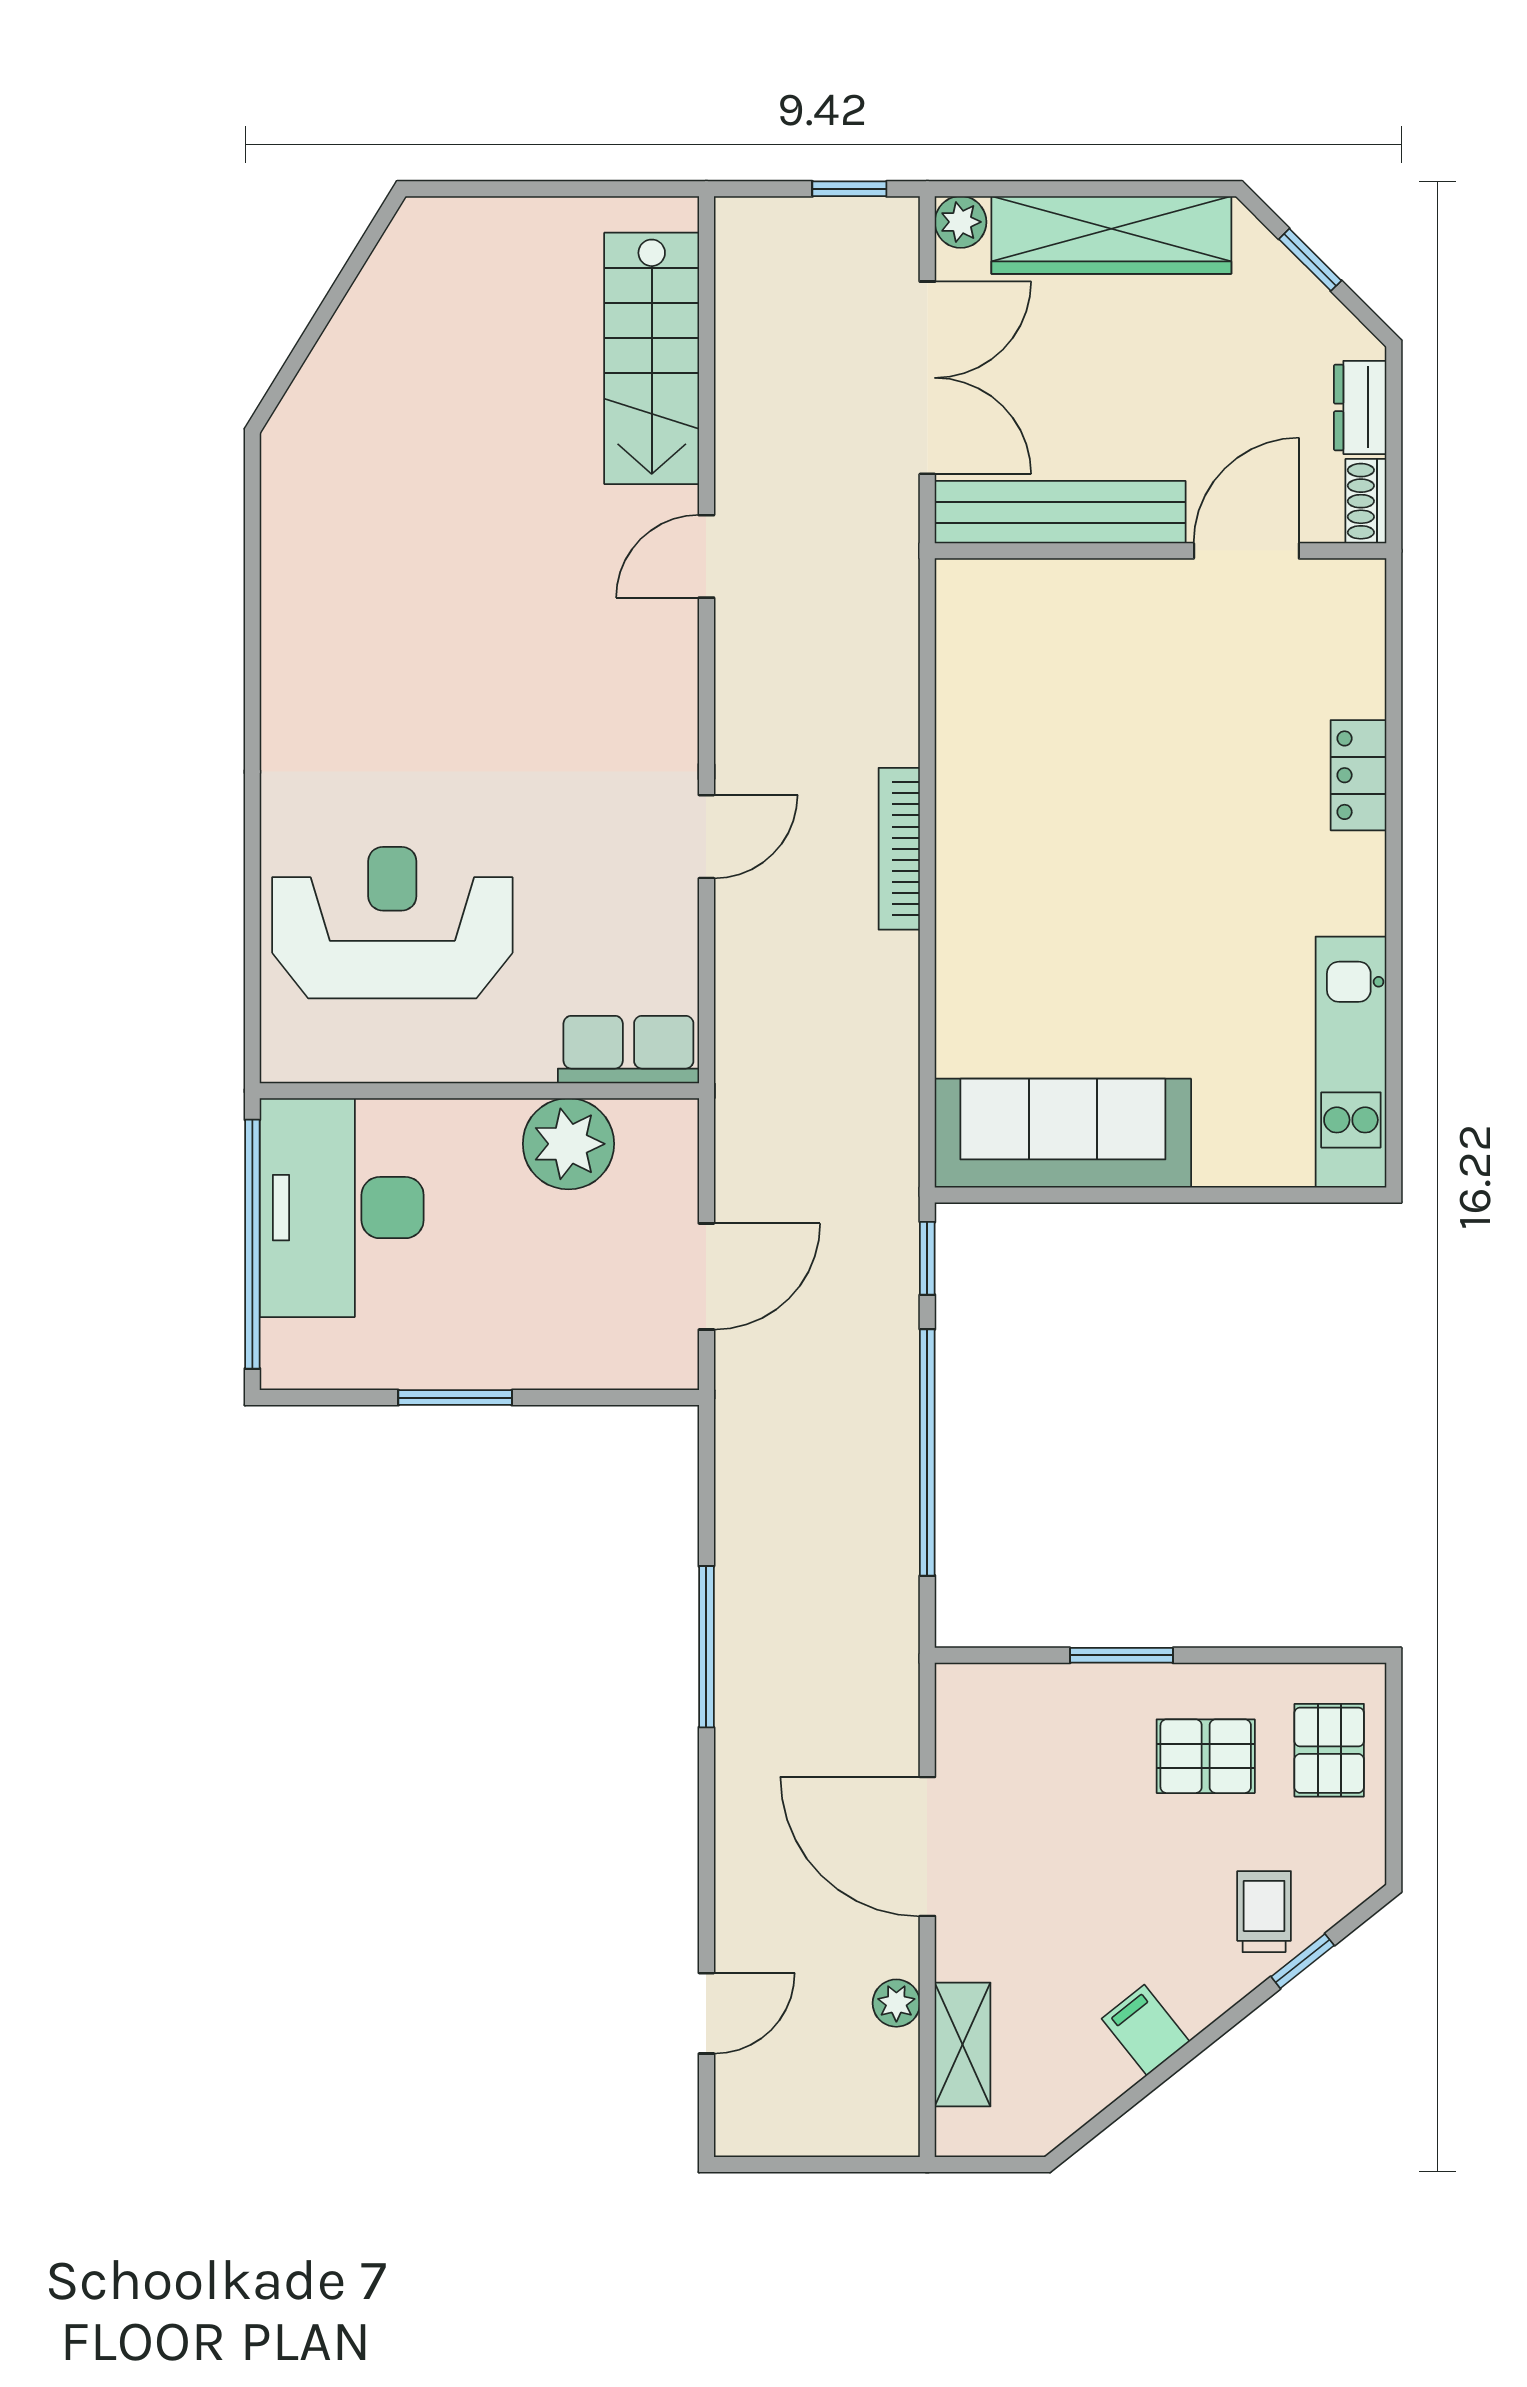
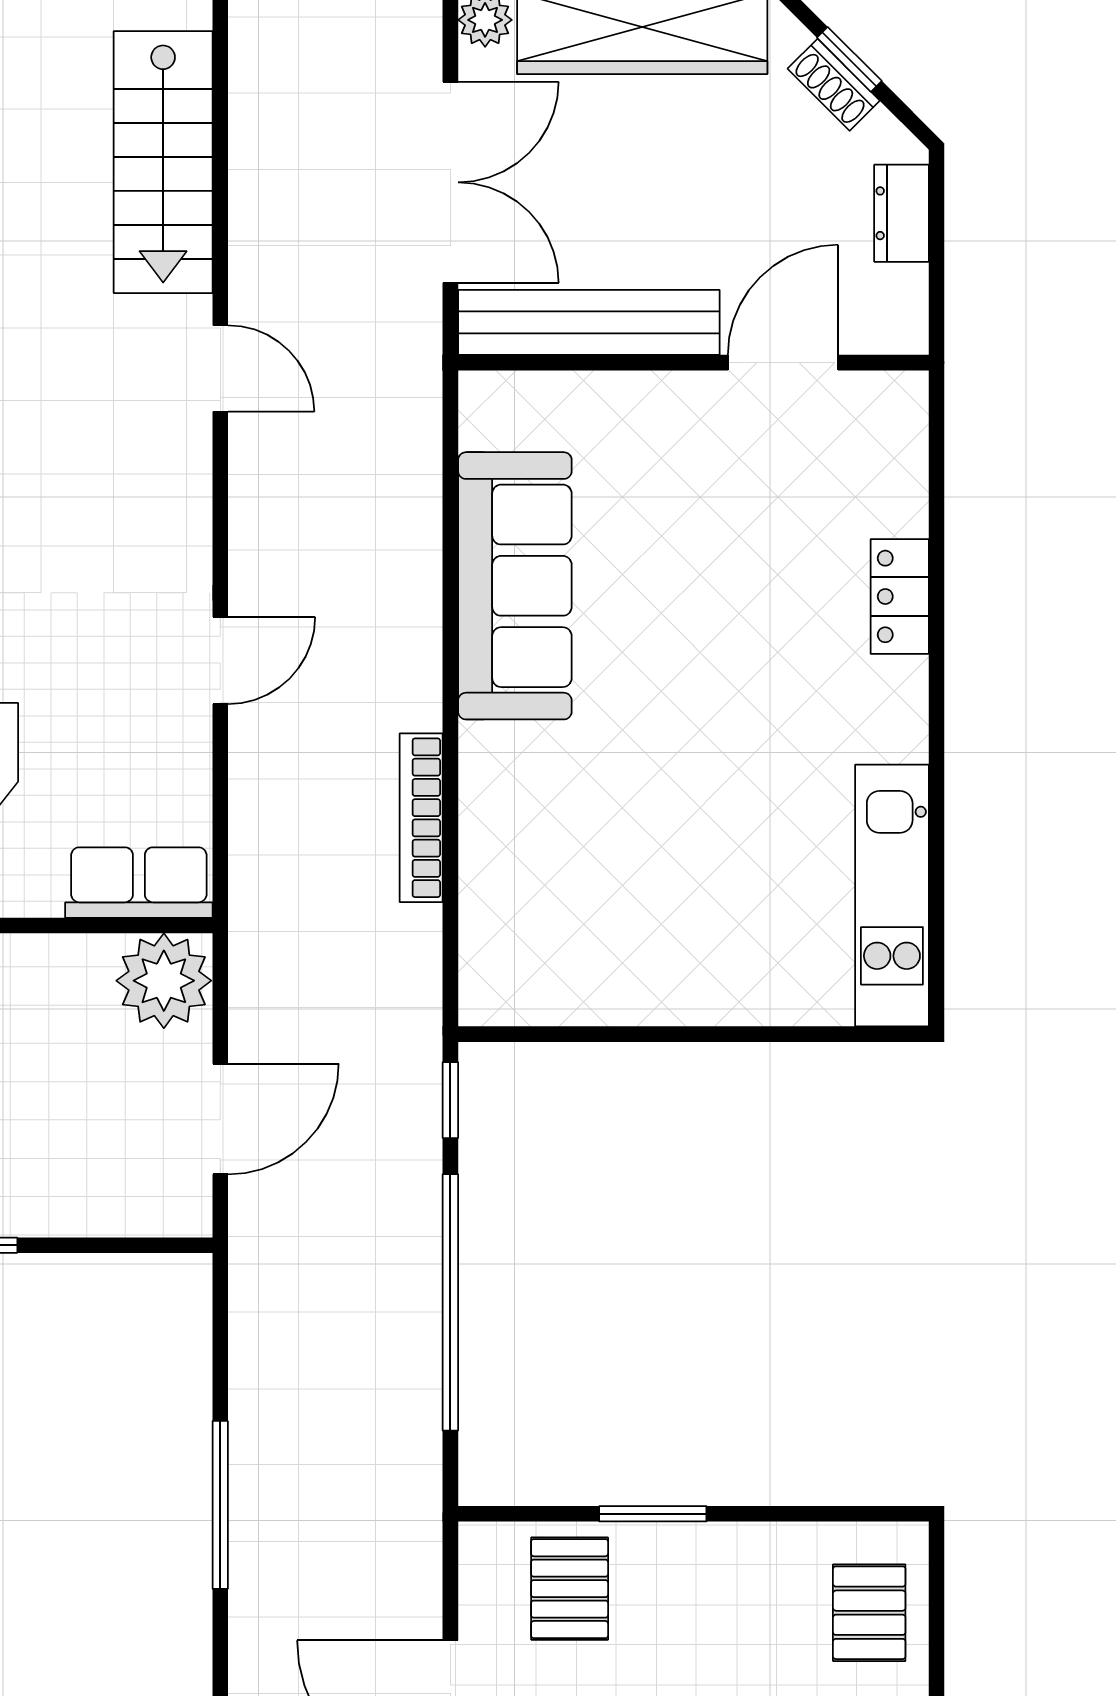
shoe rack: (1366, 501) -> (834, 85), moved, turned -45
door: (706, 556) -> (220, 368), swing flipped
bookcase: (899, 849) -> (421, 818), moved
sofa: (1063, 1133) -> (515, 586), moved, turned 90
plant: (568, 1144) -> (164, 981), moved
pallet: (1206, 1756) -> (570, 1589), moved, turned 90

